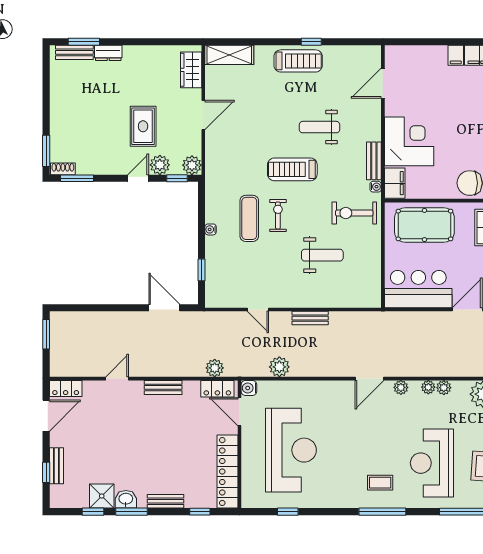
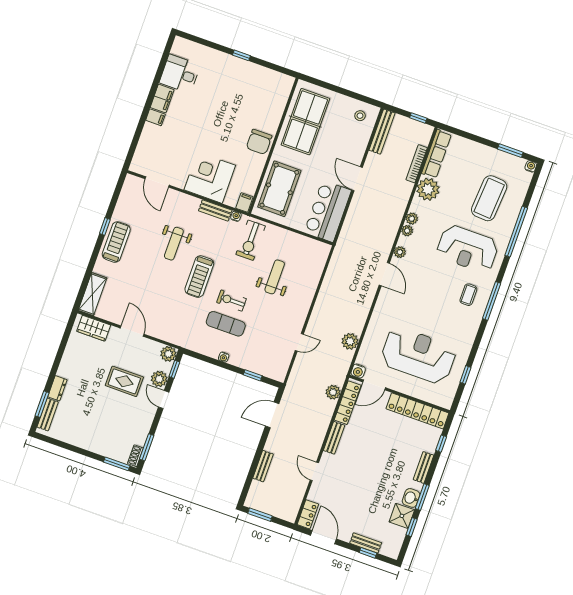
filing cabinet: (395, 183) -> (244, 202), width x0.50
bench: (310, 318) -> (263, 466), moved
locker: (217, 389) -> (348, 403), width x1.53

